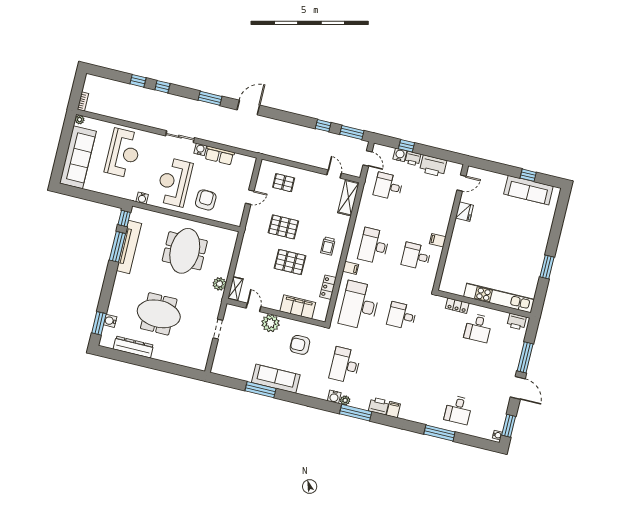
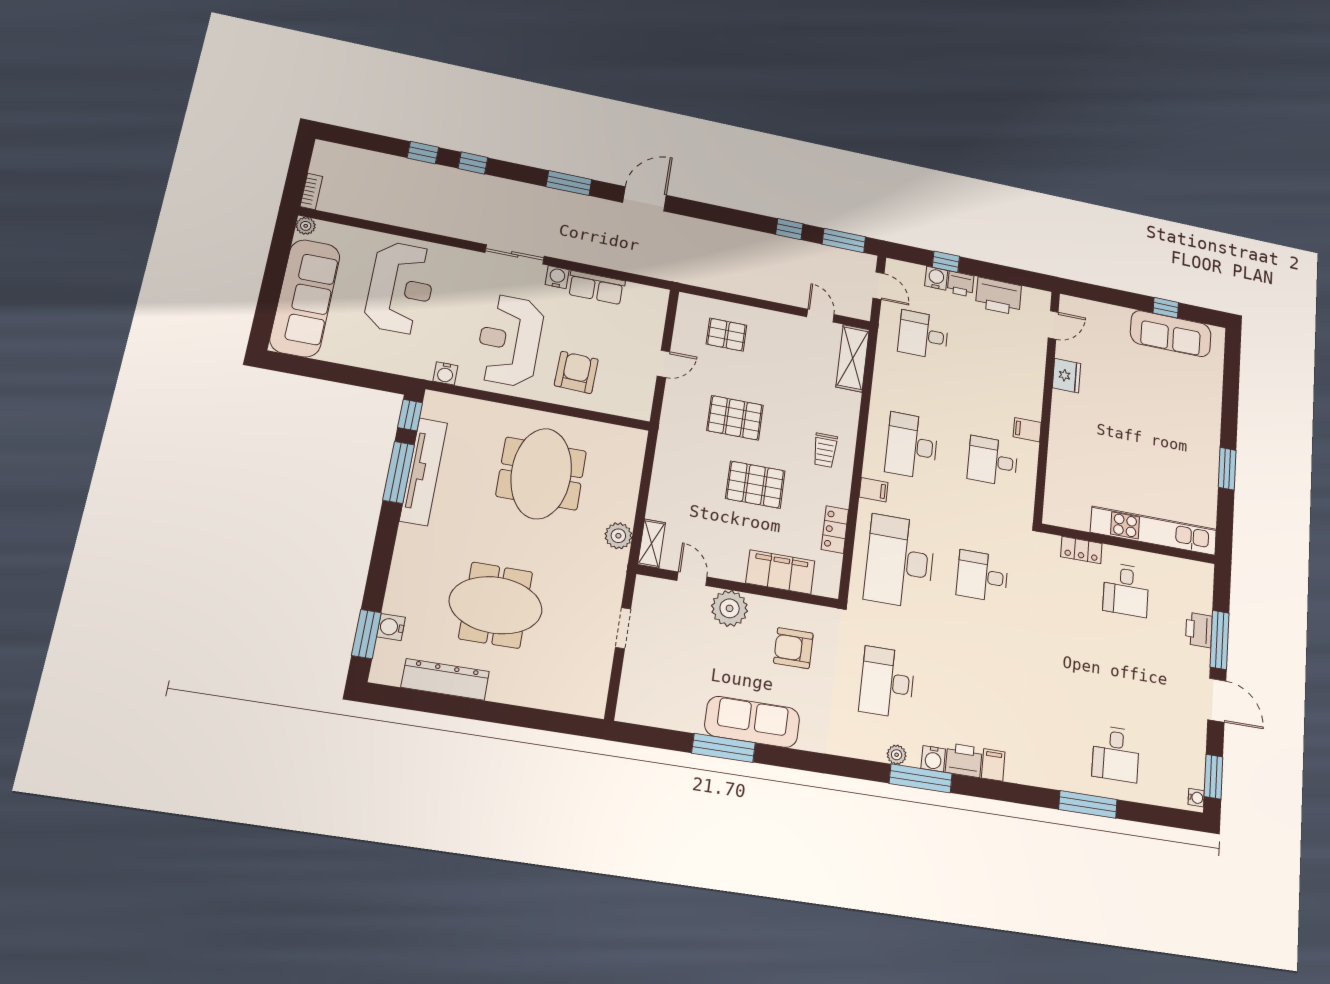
printer: (517, 322) -> (1199, 630), moved, turned 90
water cooler: (334, 397) -> (933, 759), moved

